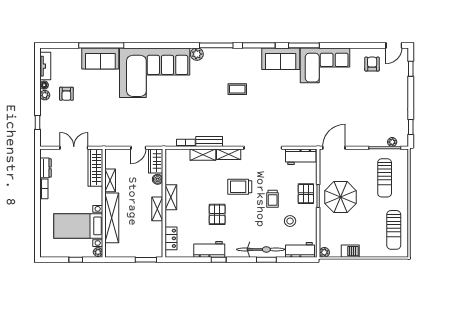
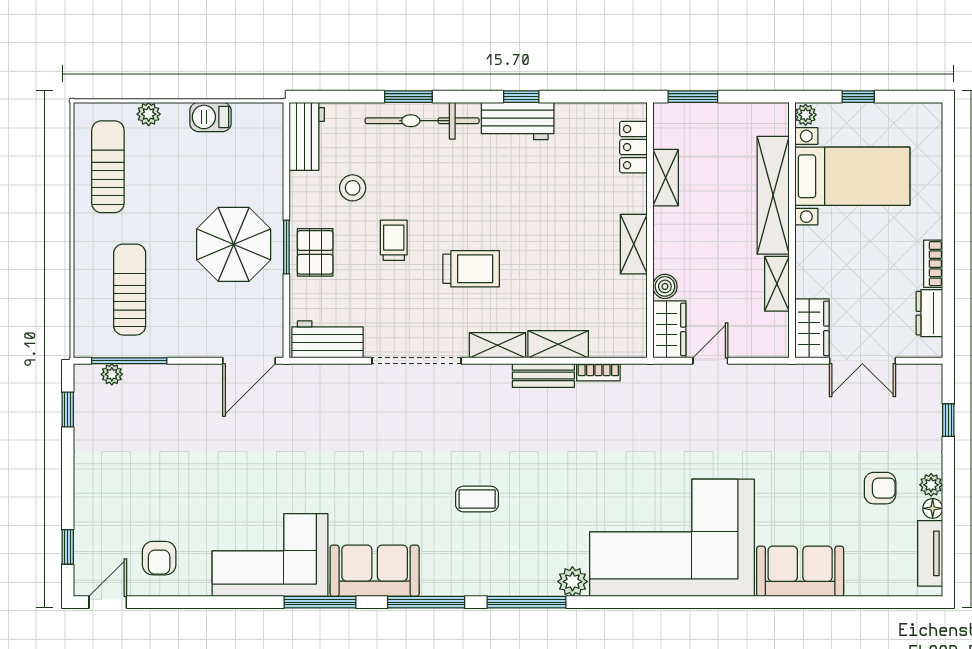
window: (101, 45) -> (798, 602), removed
armchair: (66, 94) -> (880, 488), turned 90
wardrobe: (95, 168) -> (812, 328), width x0.67
shelving: (157, 209) -> (666, 178), moved
pallet: (217, 214) -> (525, 203), removed
workbench: (209, 249) -> (518, 121), moved
workbench: (300, 250) -> (307, 136), moved, turned -90
plant: (324, 252) -> (149, 114), moved

